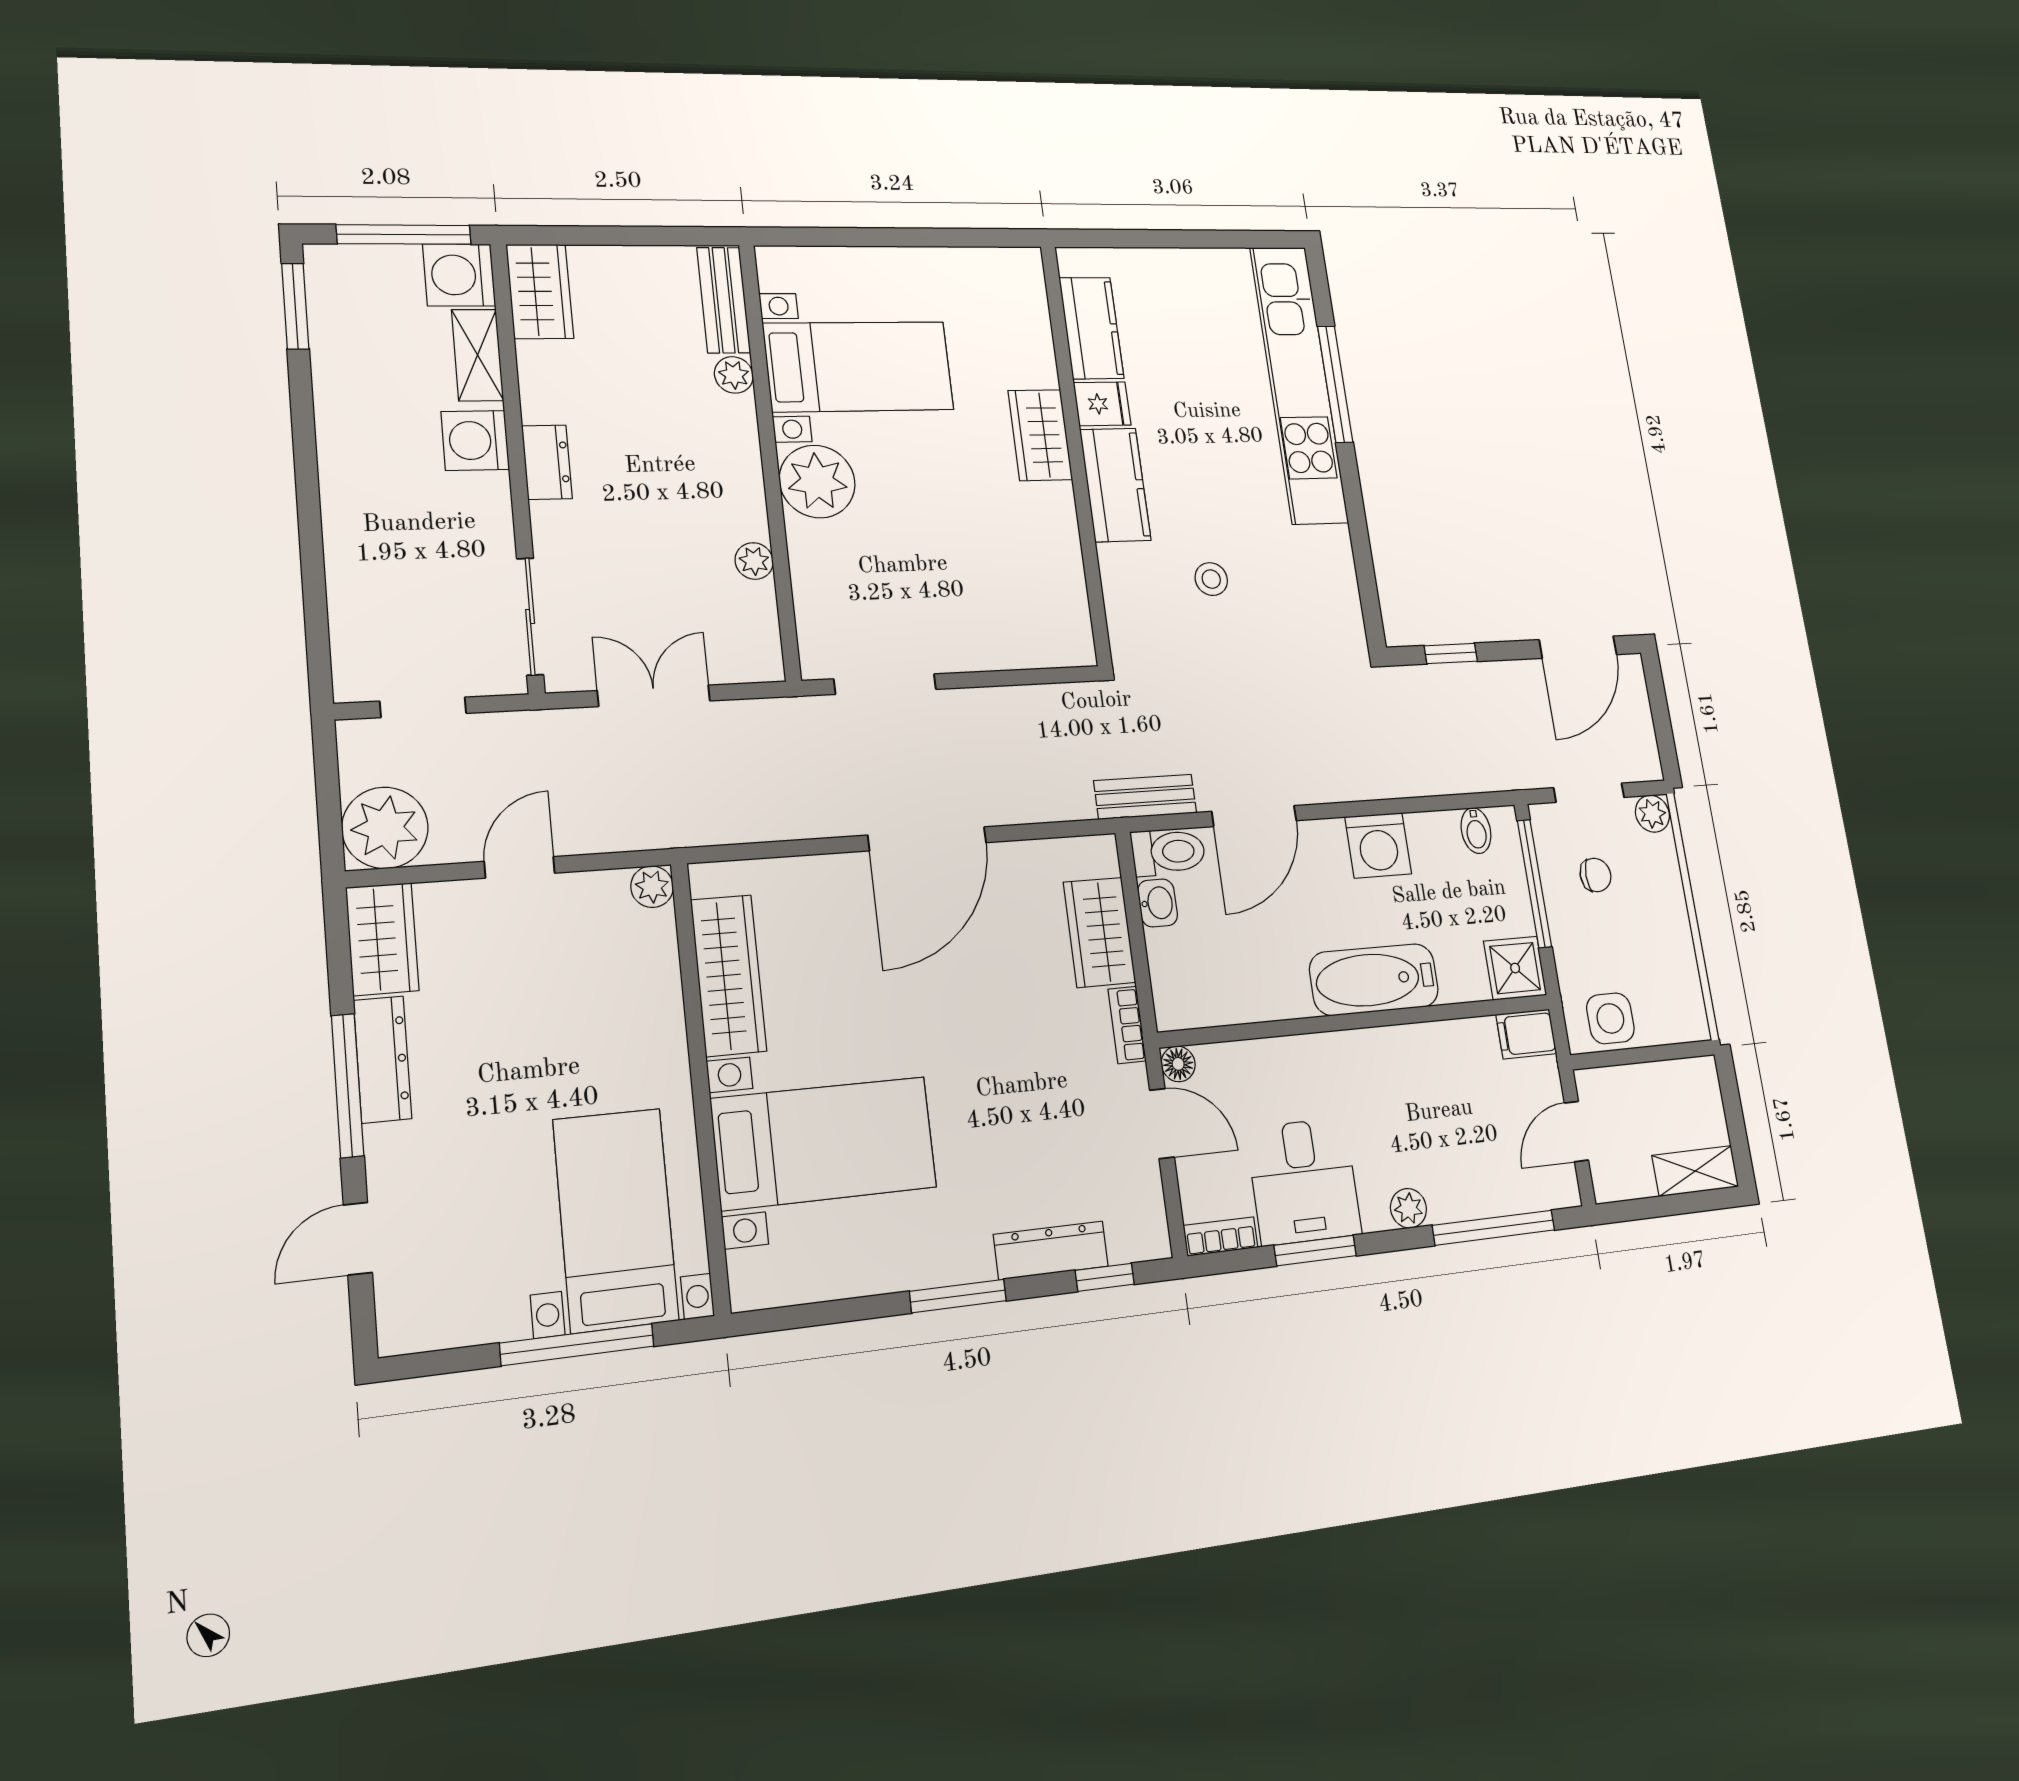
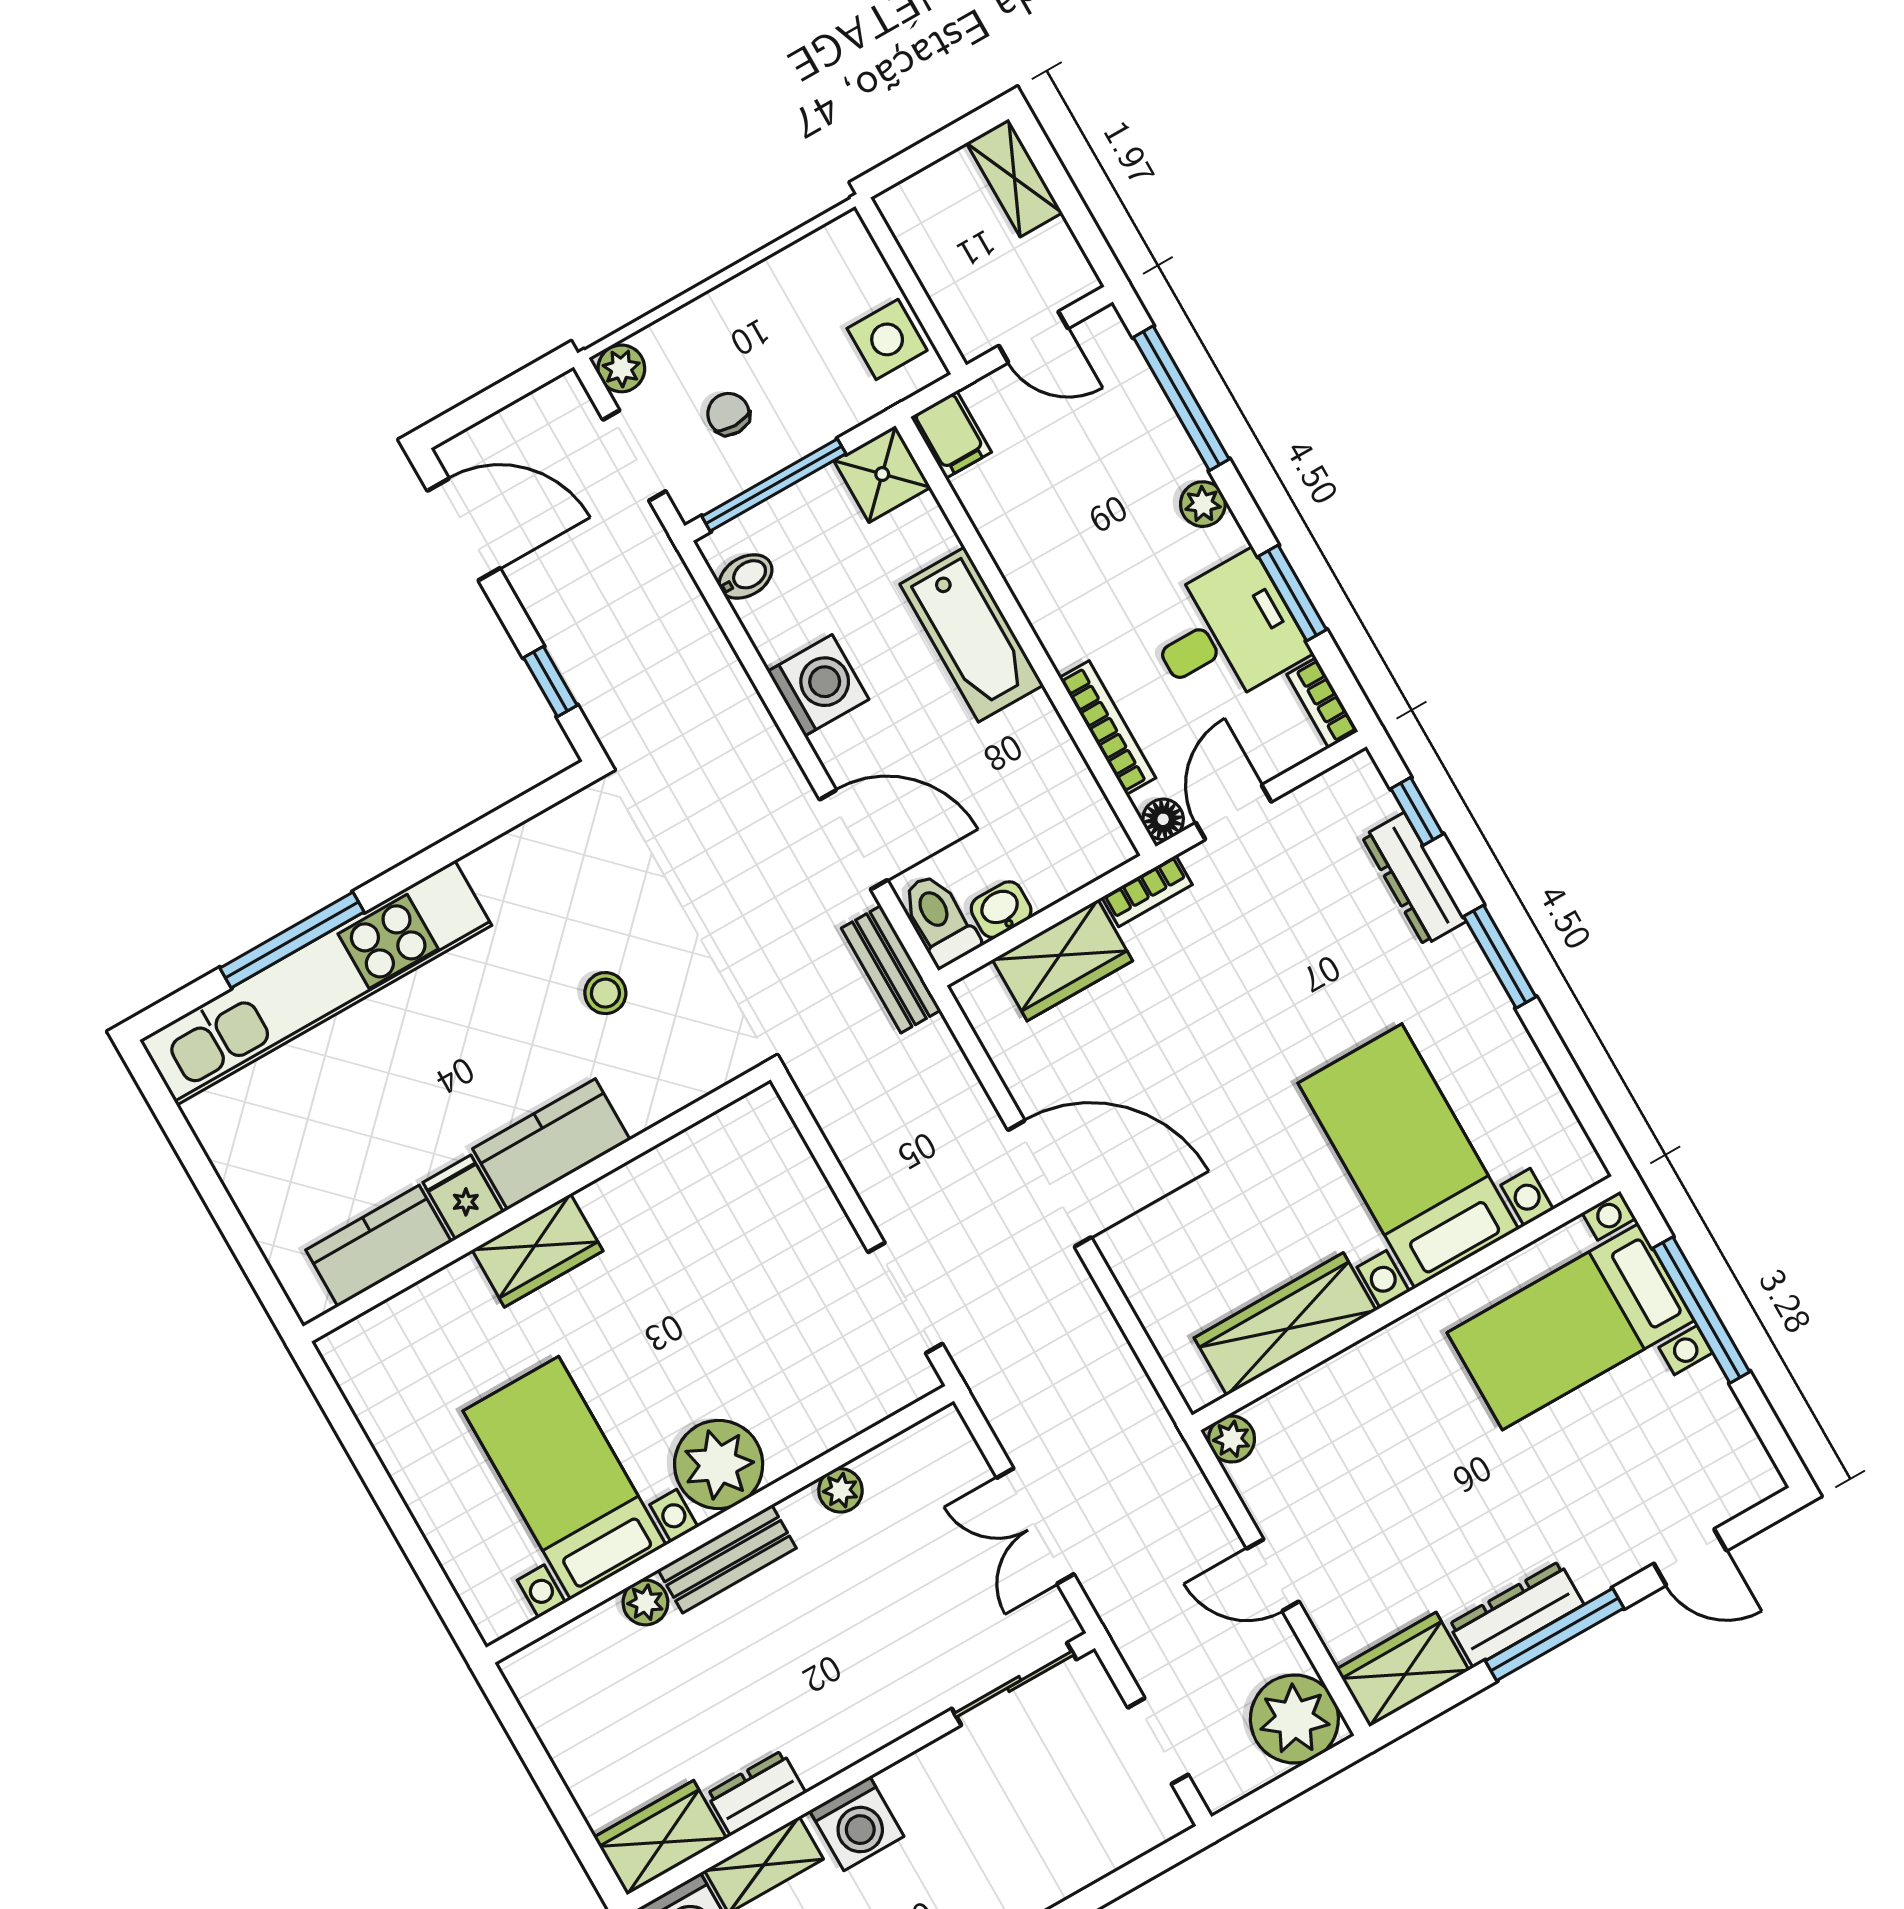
bench: (724, 300) -> (727, 1559), moved
dresser: (547, 462) -> (756, 1793), moved
bookcase: (1265, 1052) -> (1108, 728), added

